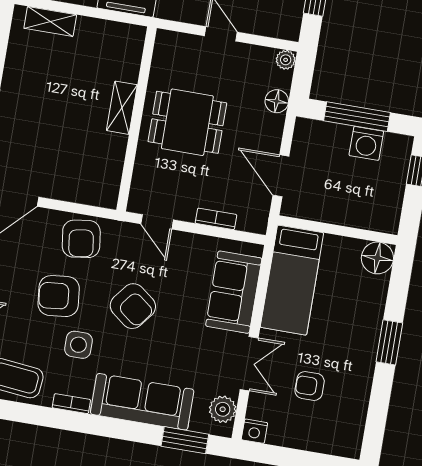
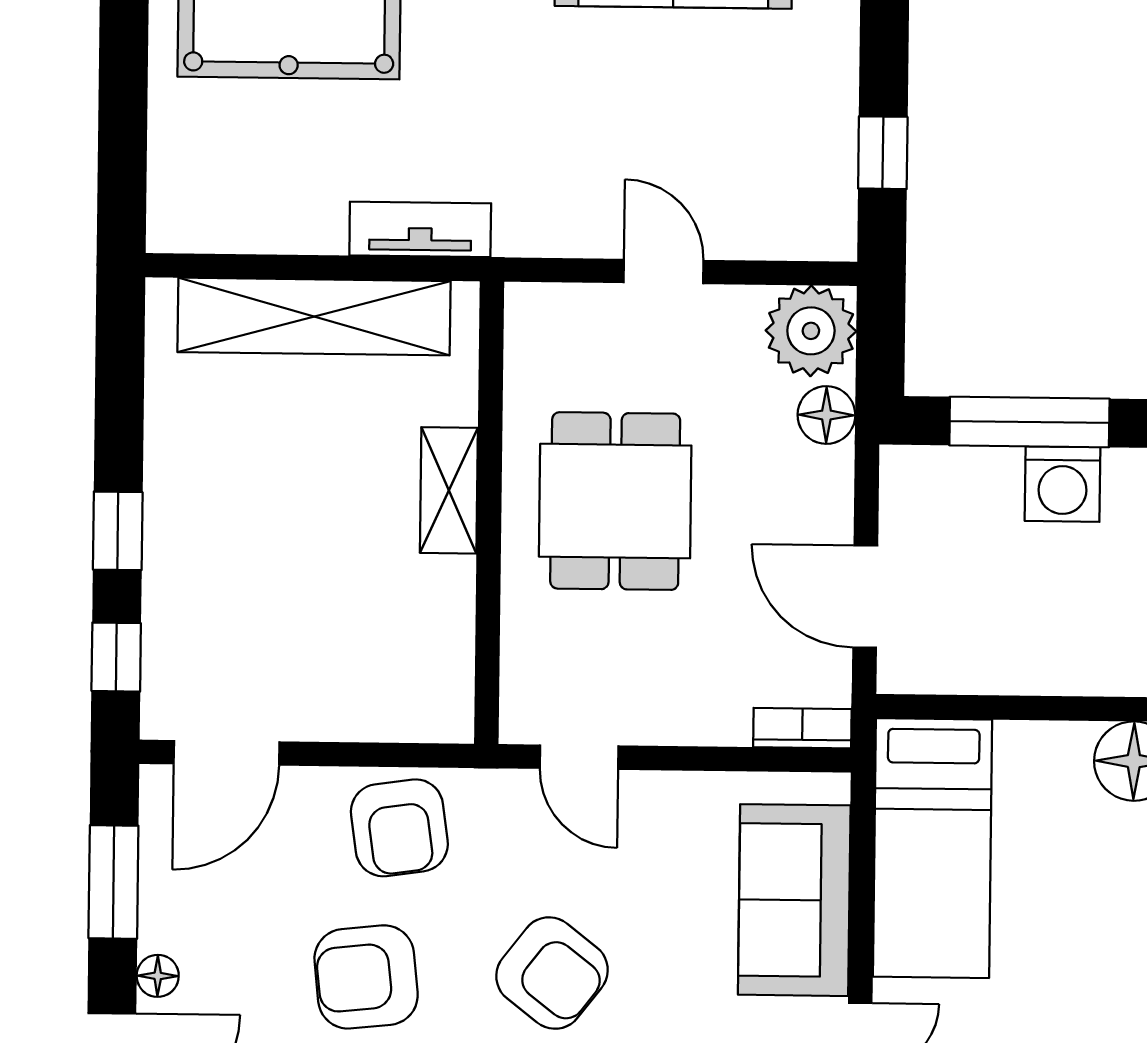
shelving: (50, 21) -> (314, 317), width x2.20, depth x1.33
plant: (286, 60) -> (811, 331), width x1.88, depth x1.88
dining table: (187, 122) -> (615, 501), turned 90
bookcase: (216, 219) -> (802, 728), moved

